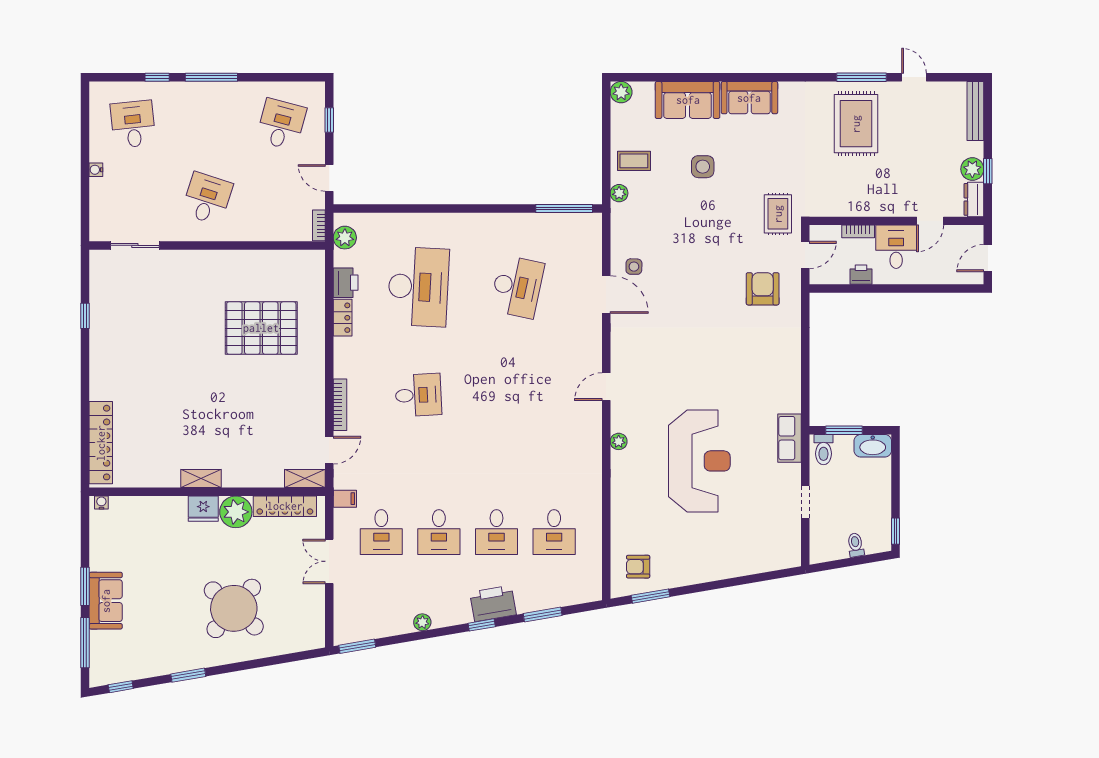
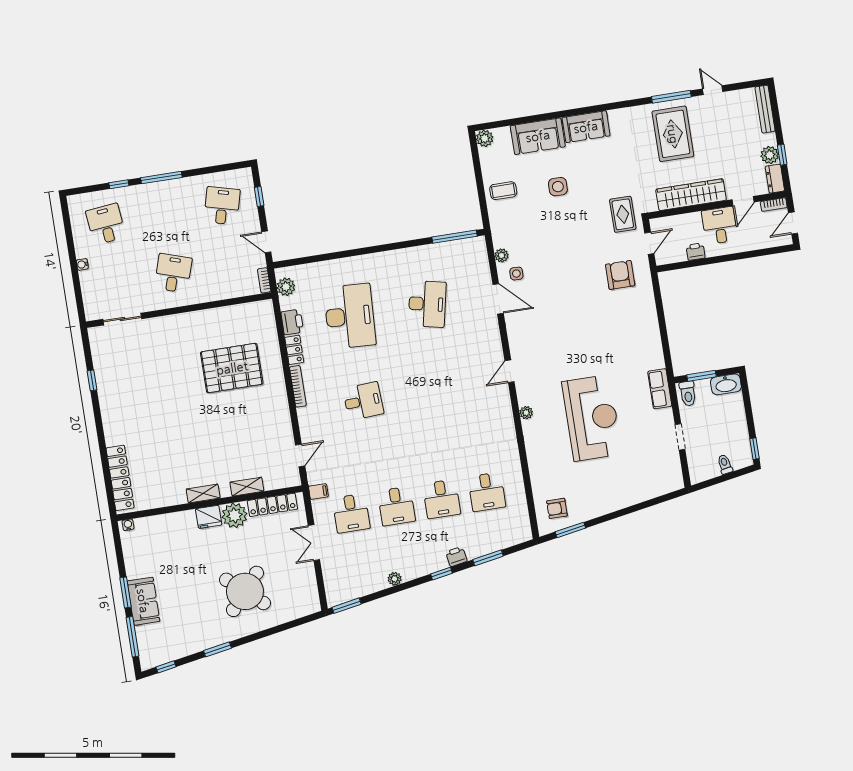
plant: (619, 193) -> (502, 255), moved
wardrobe: (867, 203) -> (691, 195), added
bookcase: (858, 231) -> (774, 205), moved
bookcase: (340, 405) -> (298, 386), moved
shelving: (305, 479) -> (247, 487), moved
printer: (493, 603) -> (456, 557), width x0.53, depth x0.68

